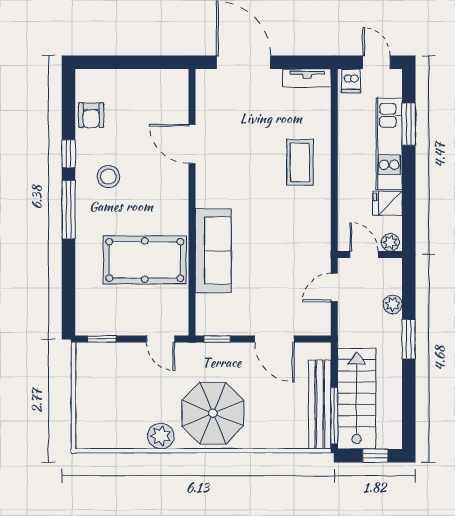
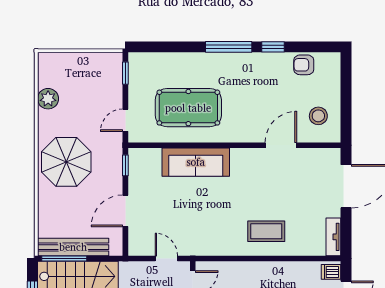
stool: (108, 177) -> (318, 116), moved
pool table: (145, 260) -> (188, 108), turned 90
plant: (161, 436) -> (48, 99), moved

